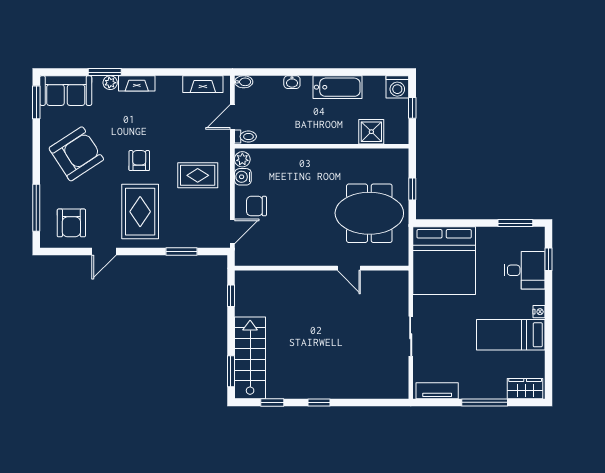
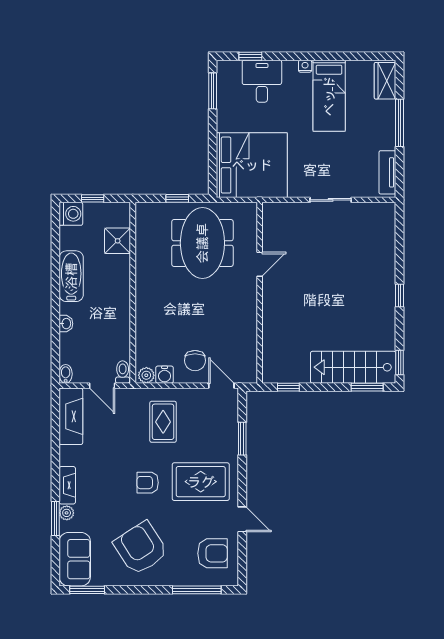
fireplace: (203, 84) -> (71, 416), width x1.37, depth x1.32
window: (272, 402) -> (400, 362), moved

